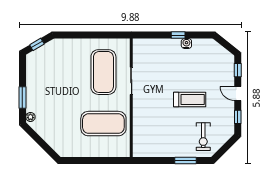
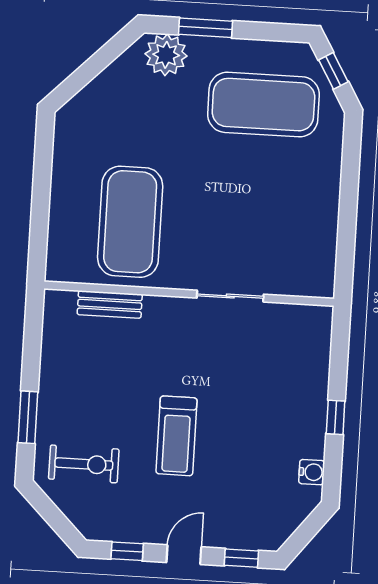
water cooler: (186, 43) -> (312, 472), moved
exercise mat: (103, 72) -> (263, 105), moved
plant: (30, 117) -> (166, 55), width x1.88, depth x1.88
bench: (138, 130) -> (110, 304), added
exercise bike: (203, 137) -> (84, 464), turned 180

